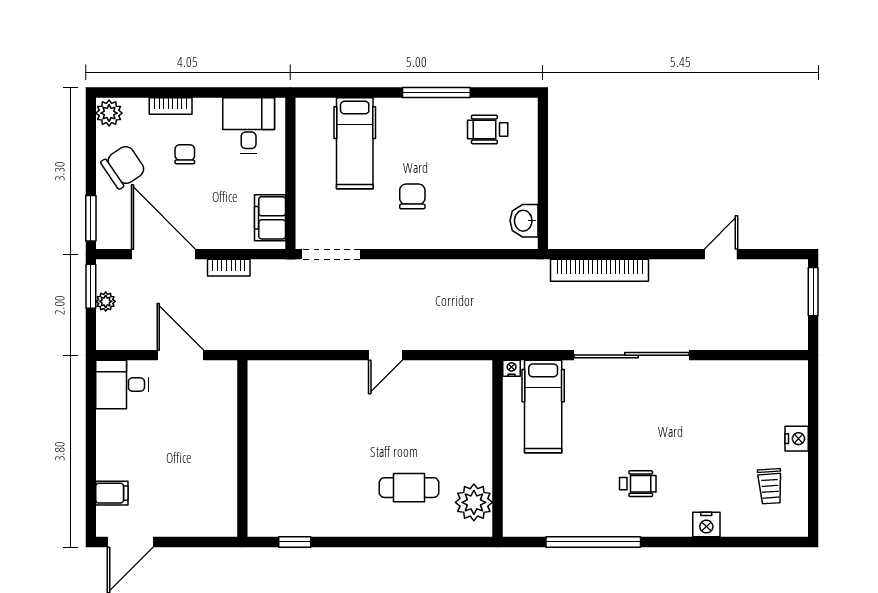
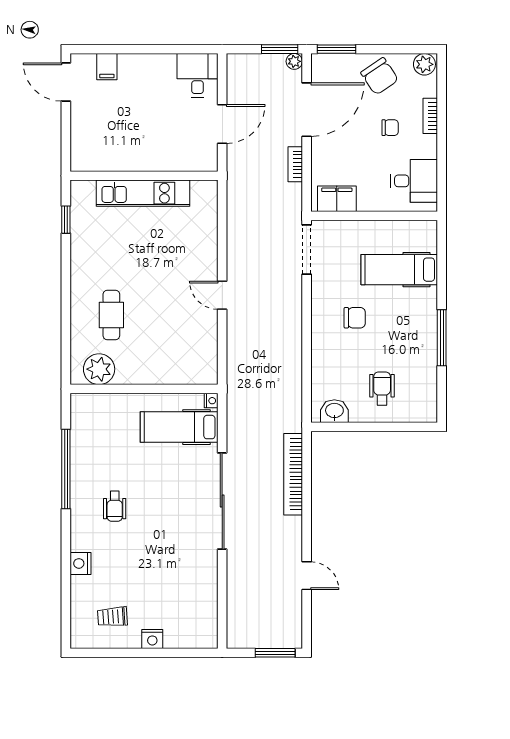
wheelchair: (488, 129) -> (382, 388), moved
plant: (106, 301) -> (294, 61), moved
kitchen unit: (263, 450) -> (143, 193), added

